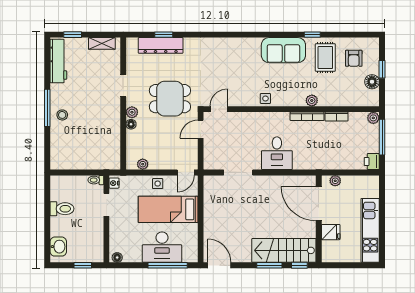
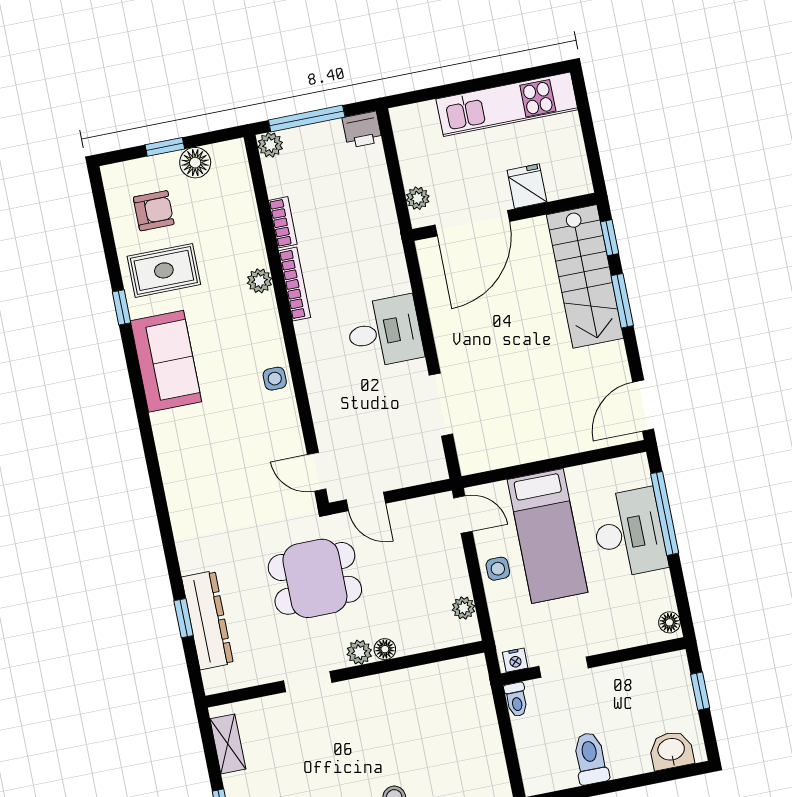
dining table: (170, 99) -> (315, 578), turned 90

